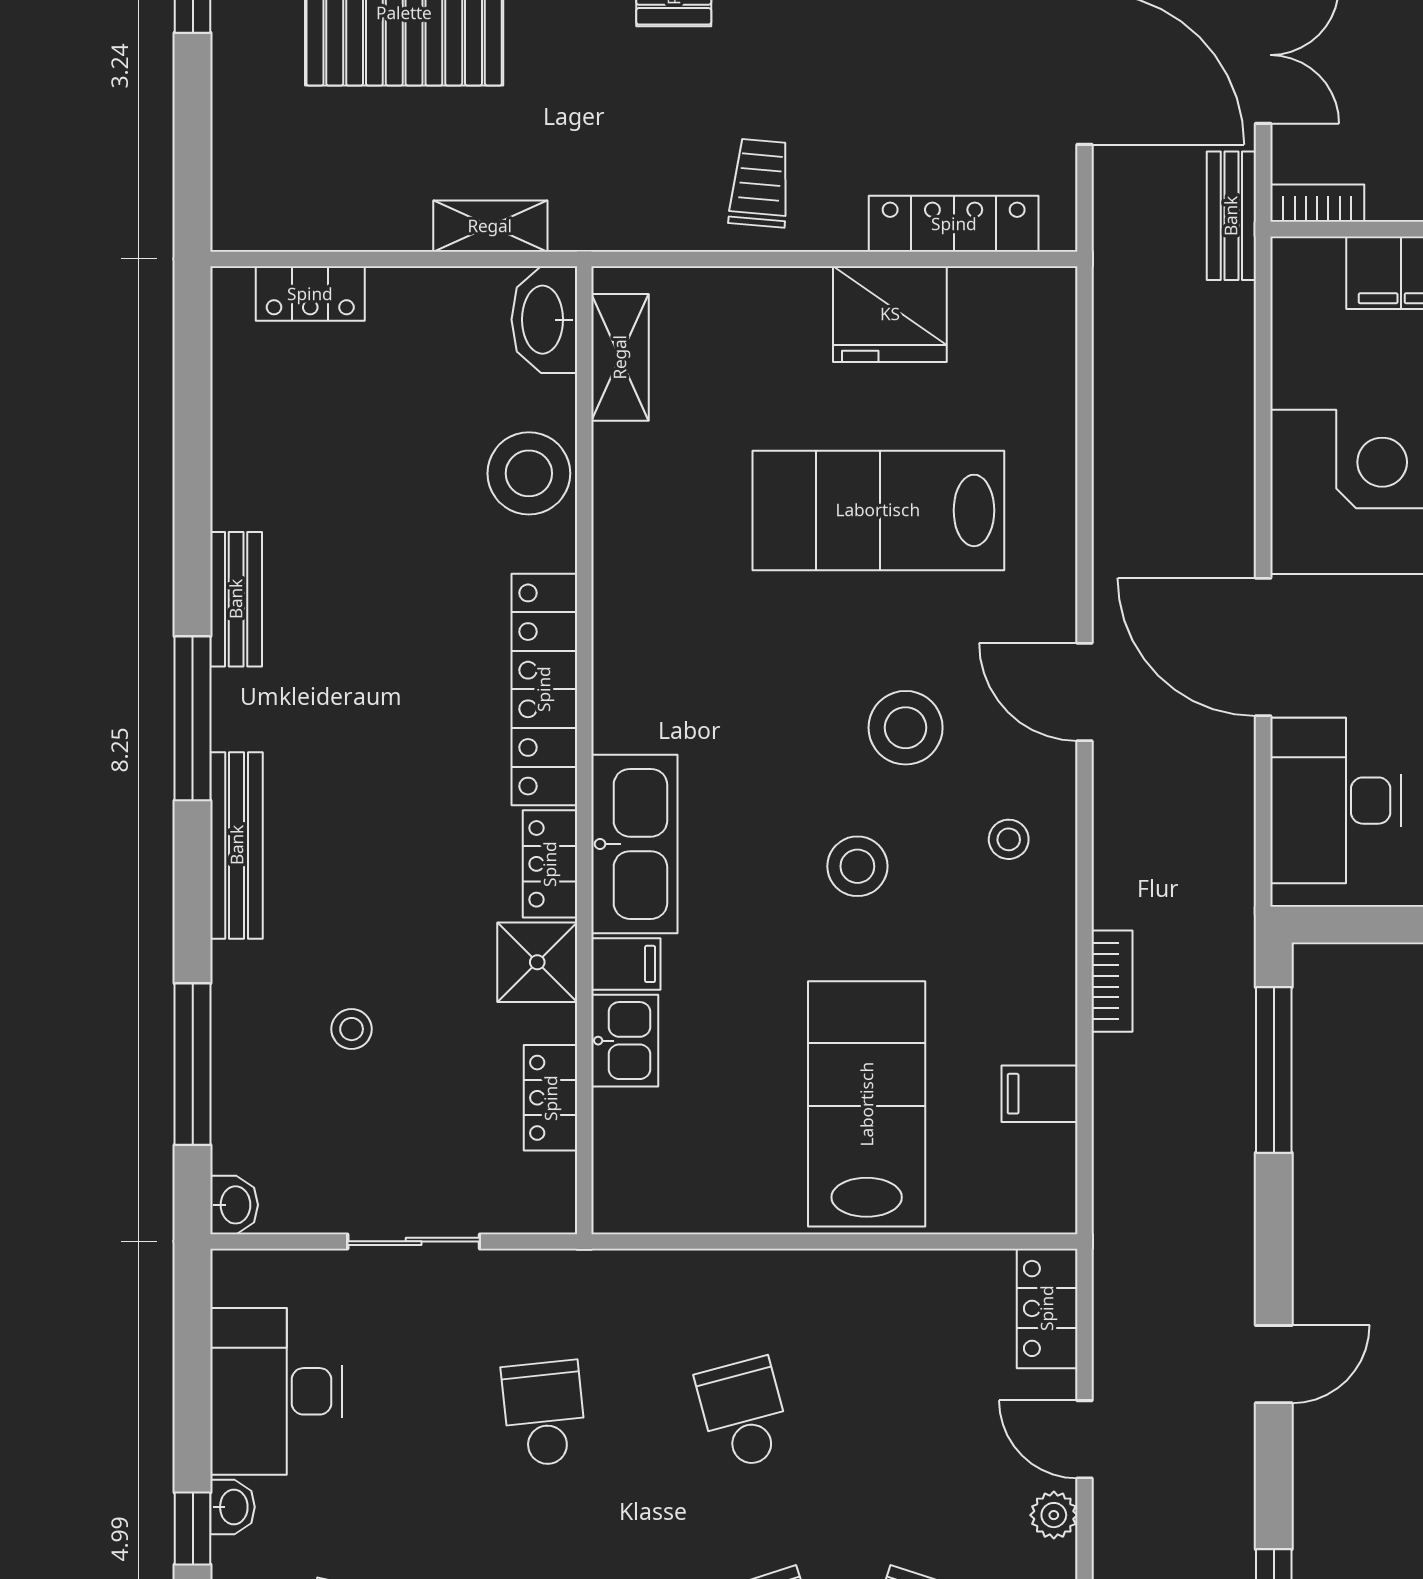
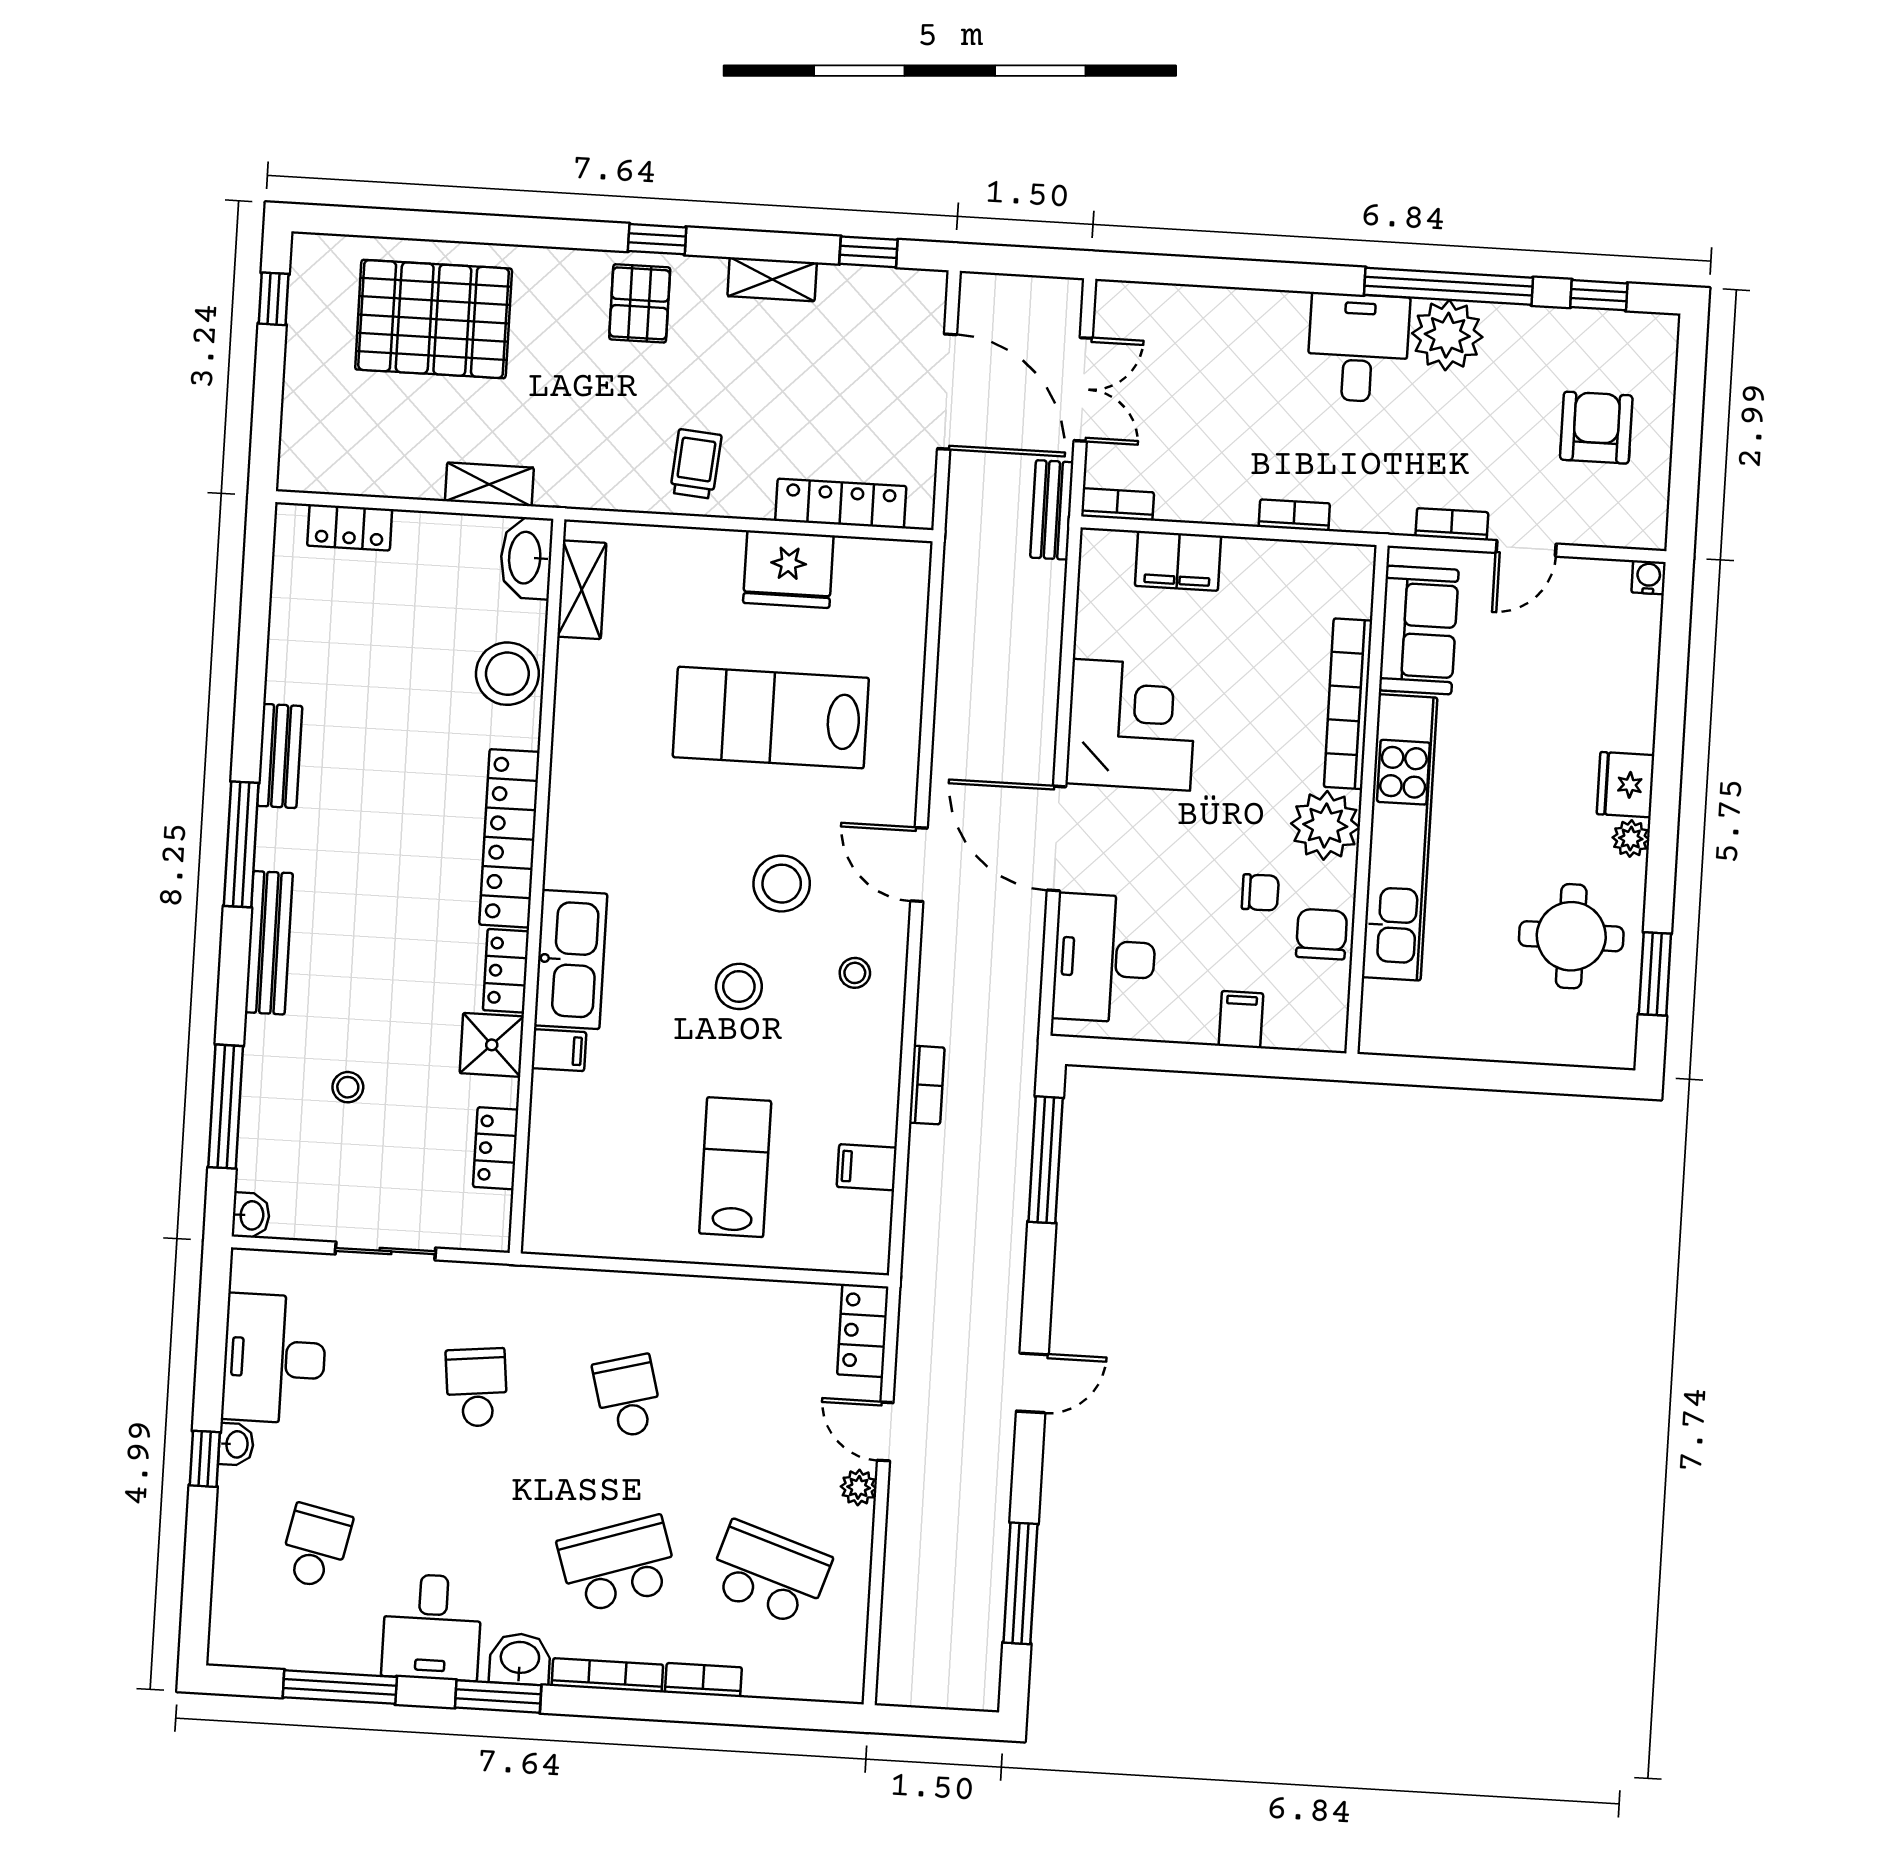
kitchen sink: (625, 1041) -> (555, 1108), removed
lab bench: (867, 1104) -> (735, 1167), width x0.73, depth x0.72

